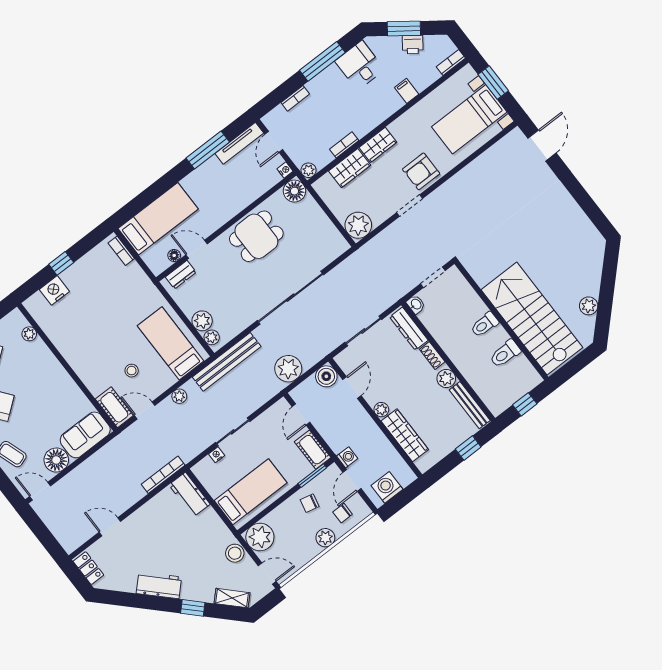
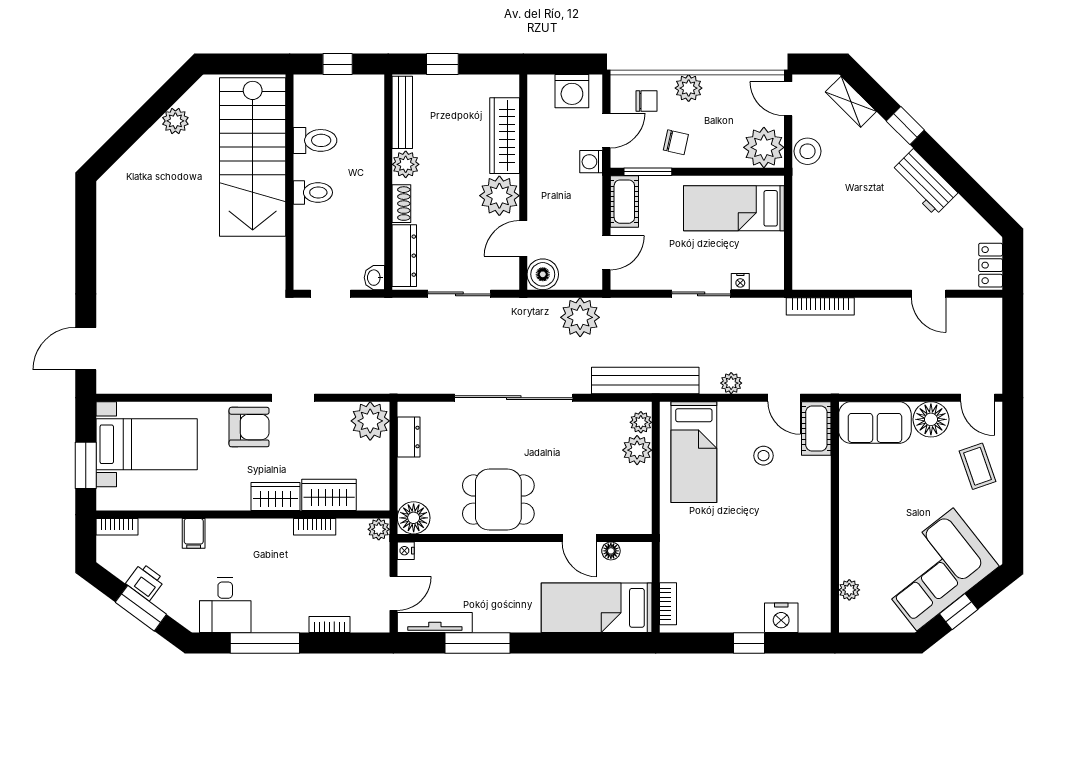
dresser: (181, 275) -> (409, 437), moved, turned 90
plant: (381, 410) -> (499, 196), width x1.87, depth x1.87
workbench: (189, 495) -> (808, 260), removed

